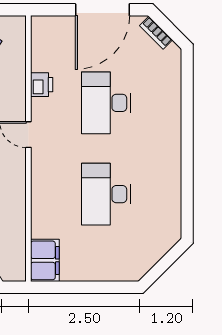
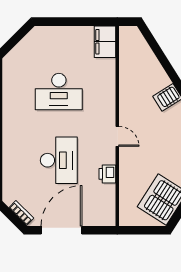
desk: (106, 194) -> (59, 92), turned 90

